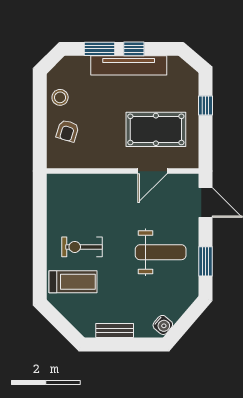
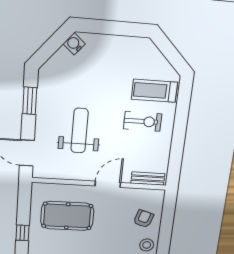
door: (152, 171) -> (108, 184), moved
weight bench: (161, 252) -> (80, 131), moved, turned 90
bench: (115, 330) -> (148, 179), moved

